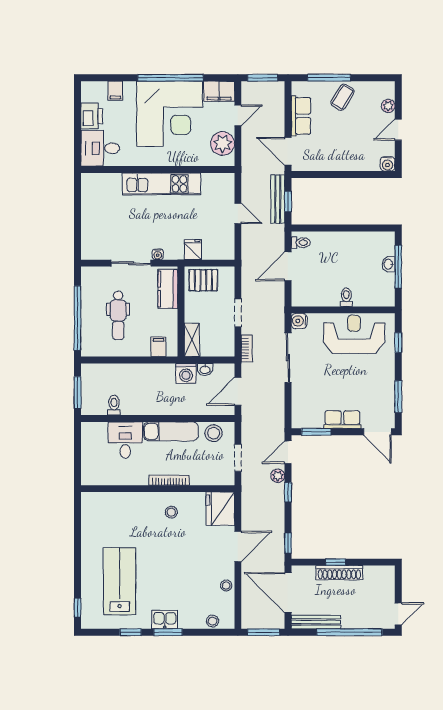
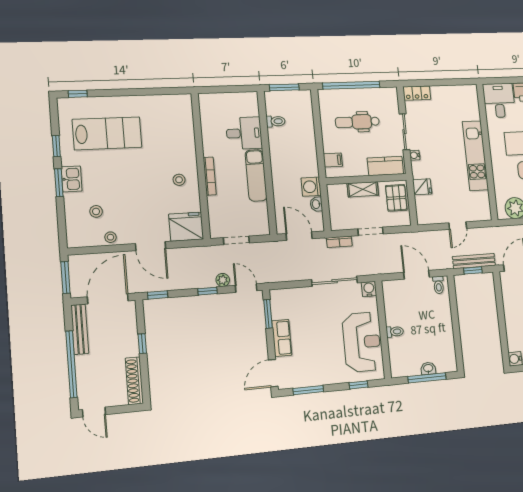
locker: (89, 244) -> (417, 93), added
shelving: (192, 340) -> (363, 189), moved
stool: (214, 433) -> (258, 216), removed
shoe rack: (339, 573) -> (134, 381), moved
stool: (213, 621) -> (96, 211), moved

